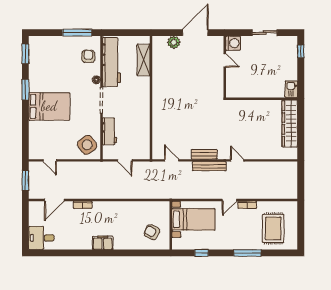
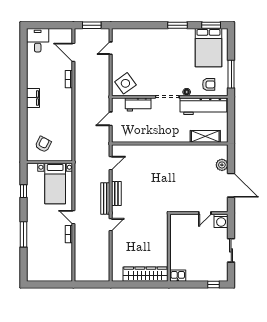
bed: (49, 106) -> (208, 48), moved
rug: (273, 228) -> (47, 259), removed

